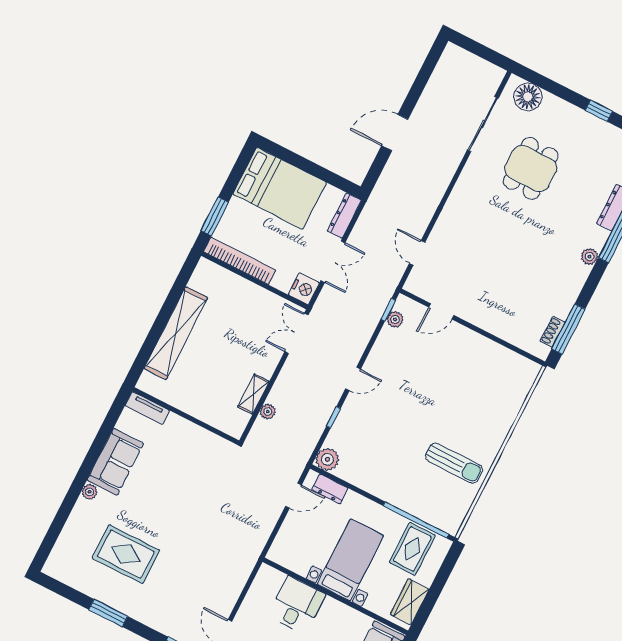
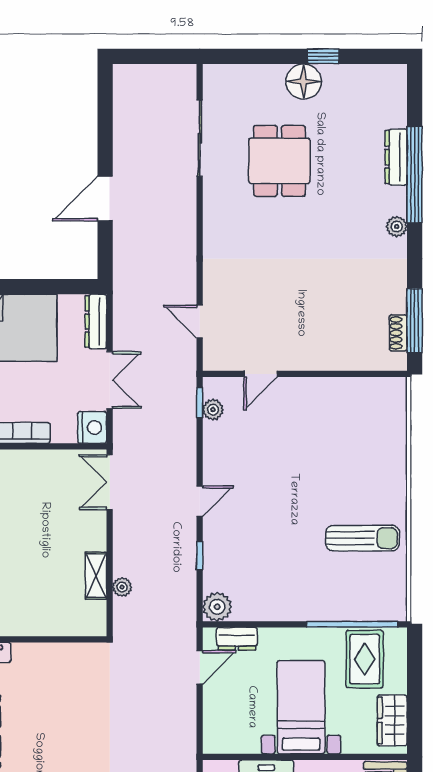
floor lamp: (528, 97) -> (304, 82), moved

